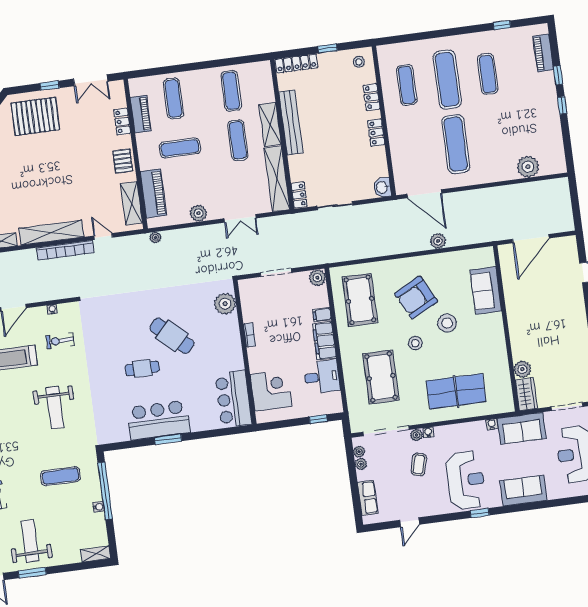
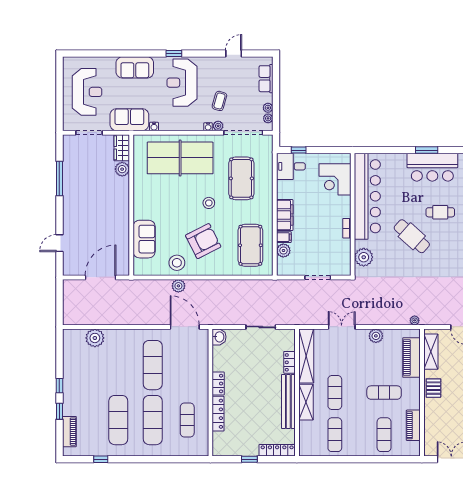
stool: (359, 62) -> (225, 445), removed
exercise mat: (488, 74) -> (118, 420), width x1.36, depth x1.45
locker: (372, 97) -> (218, 414), width x1.53
locker: (122, 122) -> (430, 421), removed
locker: (299, 195) -> (290, 362), moved
plant: (317, 278) -> (283, 251), moved
stool: (447, 323) -> (177, 263), moved
desk: (322, 377) -> (291, 166), moved
table tennis table: (456, 391) -> (180, 158), width x1.36, depth x1.32
bar counter: (233, 399) -> (367, 196), width x1.86

